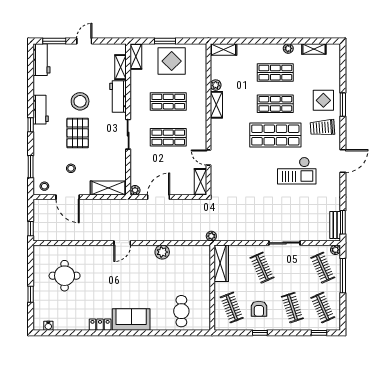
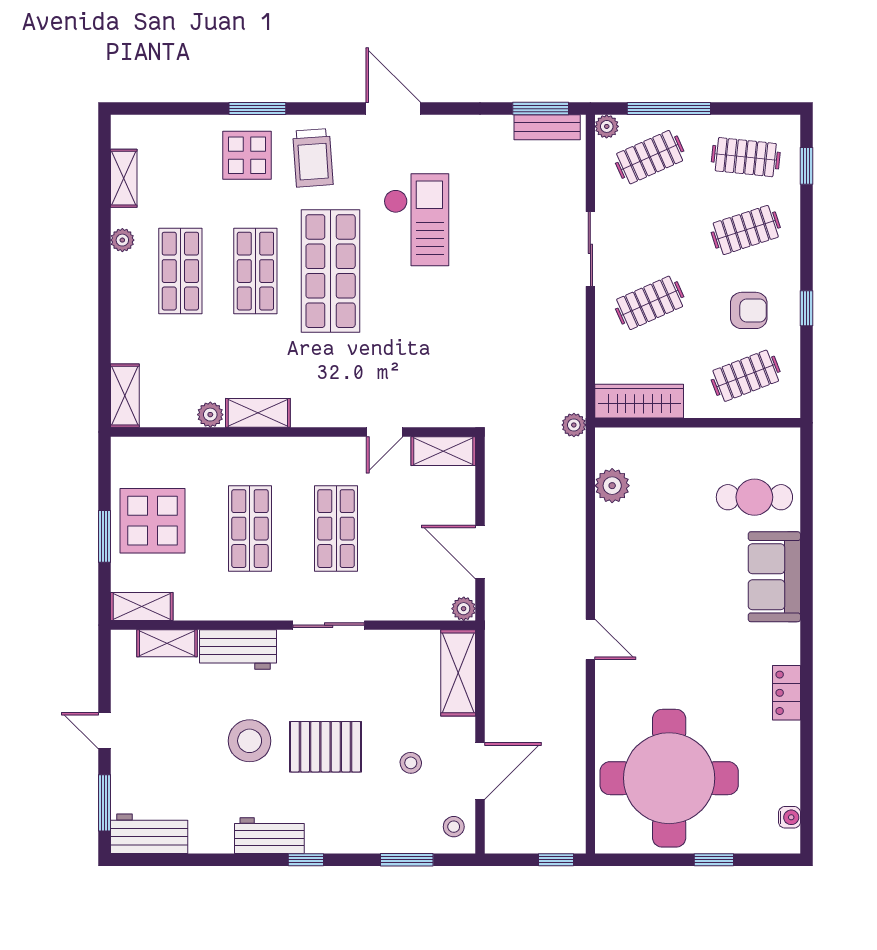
plant: (162, 252) -> (612, 486), moved
round table: (65, 276) -> (669, 778), width x1.86, depth x1.86
clothes rail: (323, 308) -> (746, 157), turned 30
sofa: (131, 319) -> (774, 577), moved

